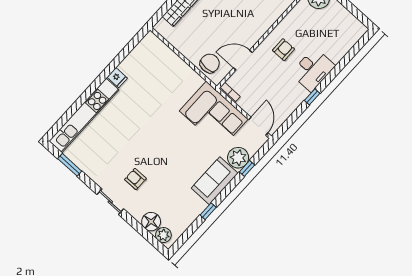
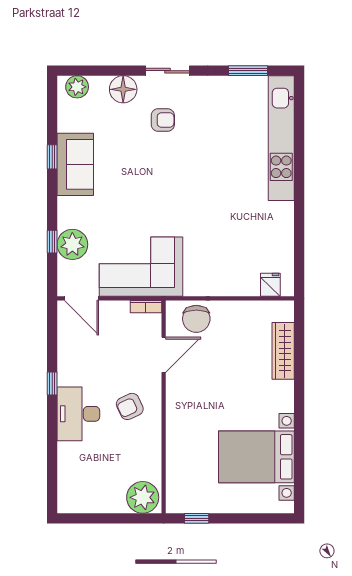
armchair: (284, 50) -> (130, 406), turned 65
fridge: (117, 78) -> (270, 285), moved, turned 90
sofa: (215, 181) -> (75, 164), moved
floor lamp: (151, 222) -> (123, 89), moved

